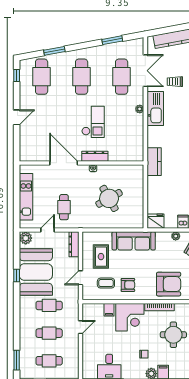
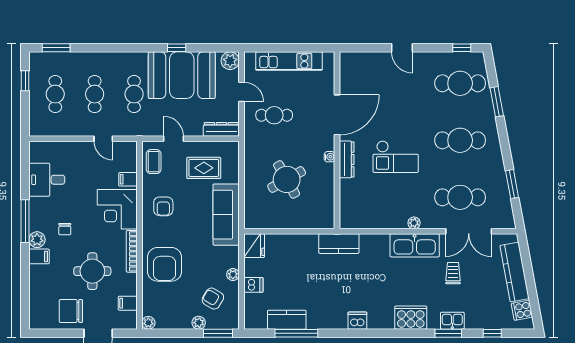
coffee table: (106, 283) -> (154, 162), moved

